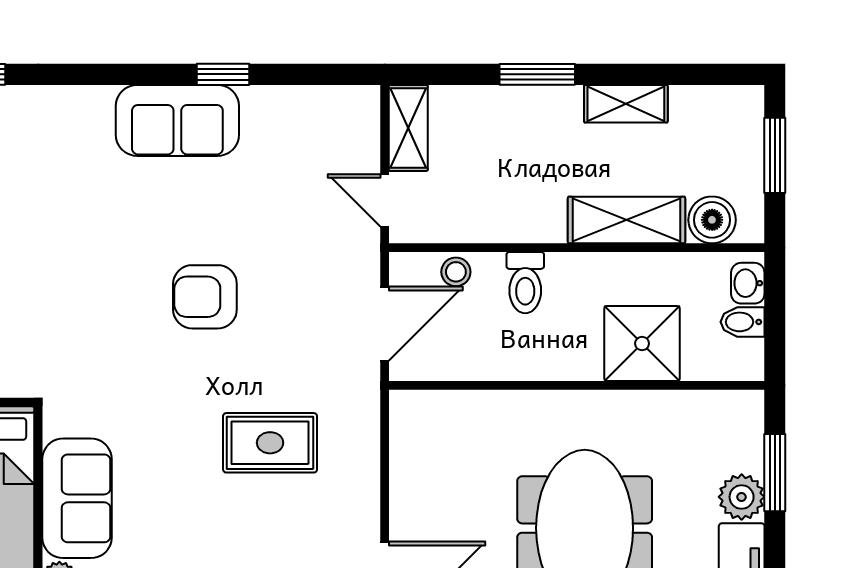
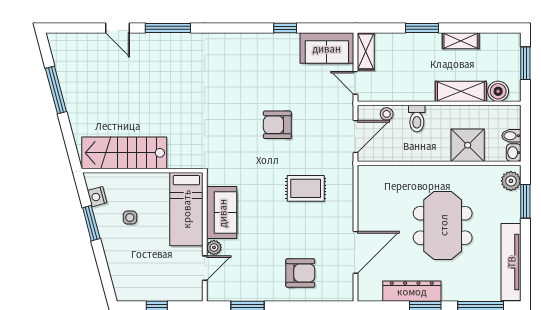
sofa: (177, 120) -> (327, 48), moved
washbasin: (748, 283) -> (514, 153), moved
plant: (742, 497) -> (511, 181), moved

